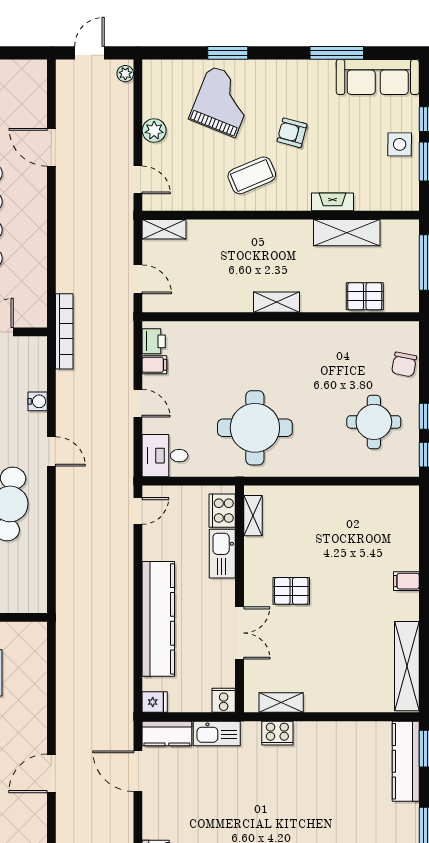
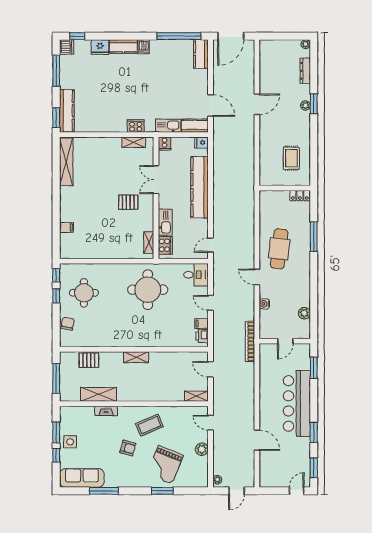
filing cabinet: (406, 581) -> (66, 227), moved

